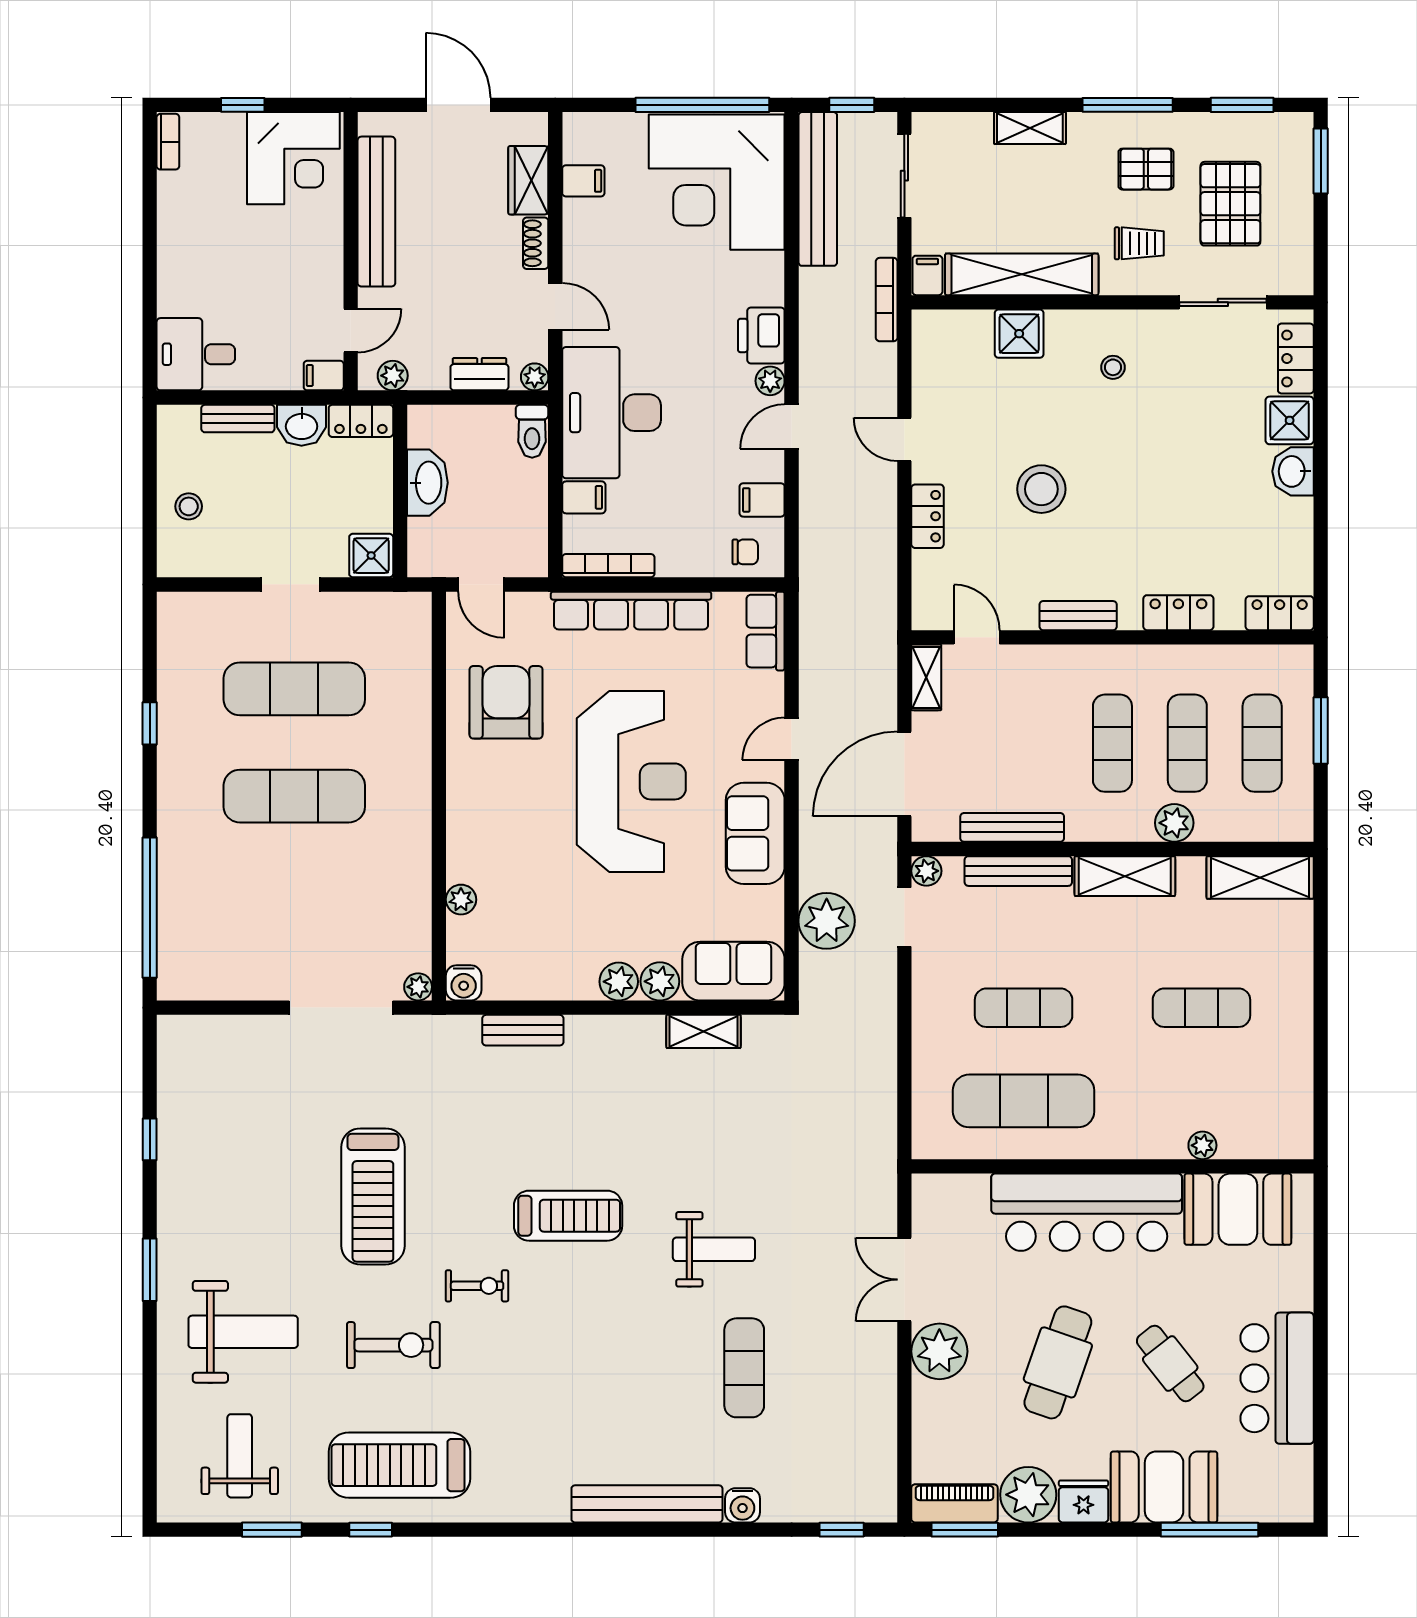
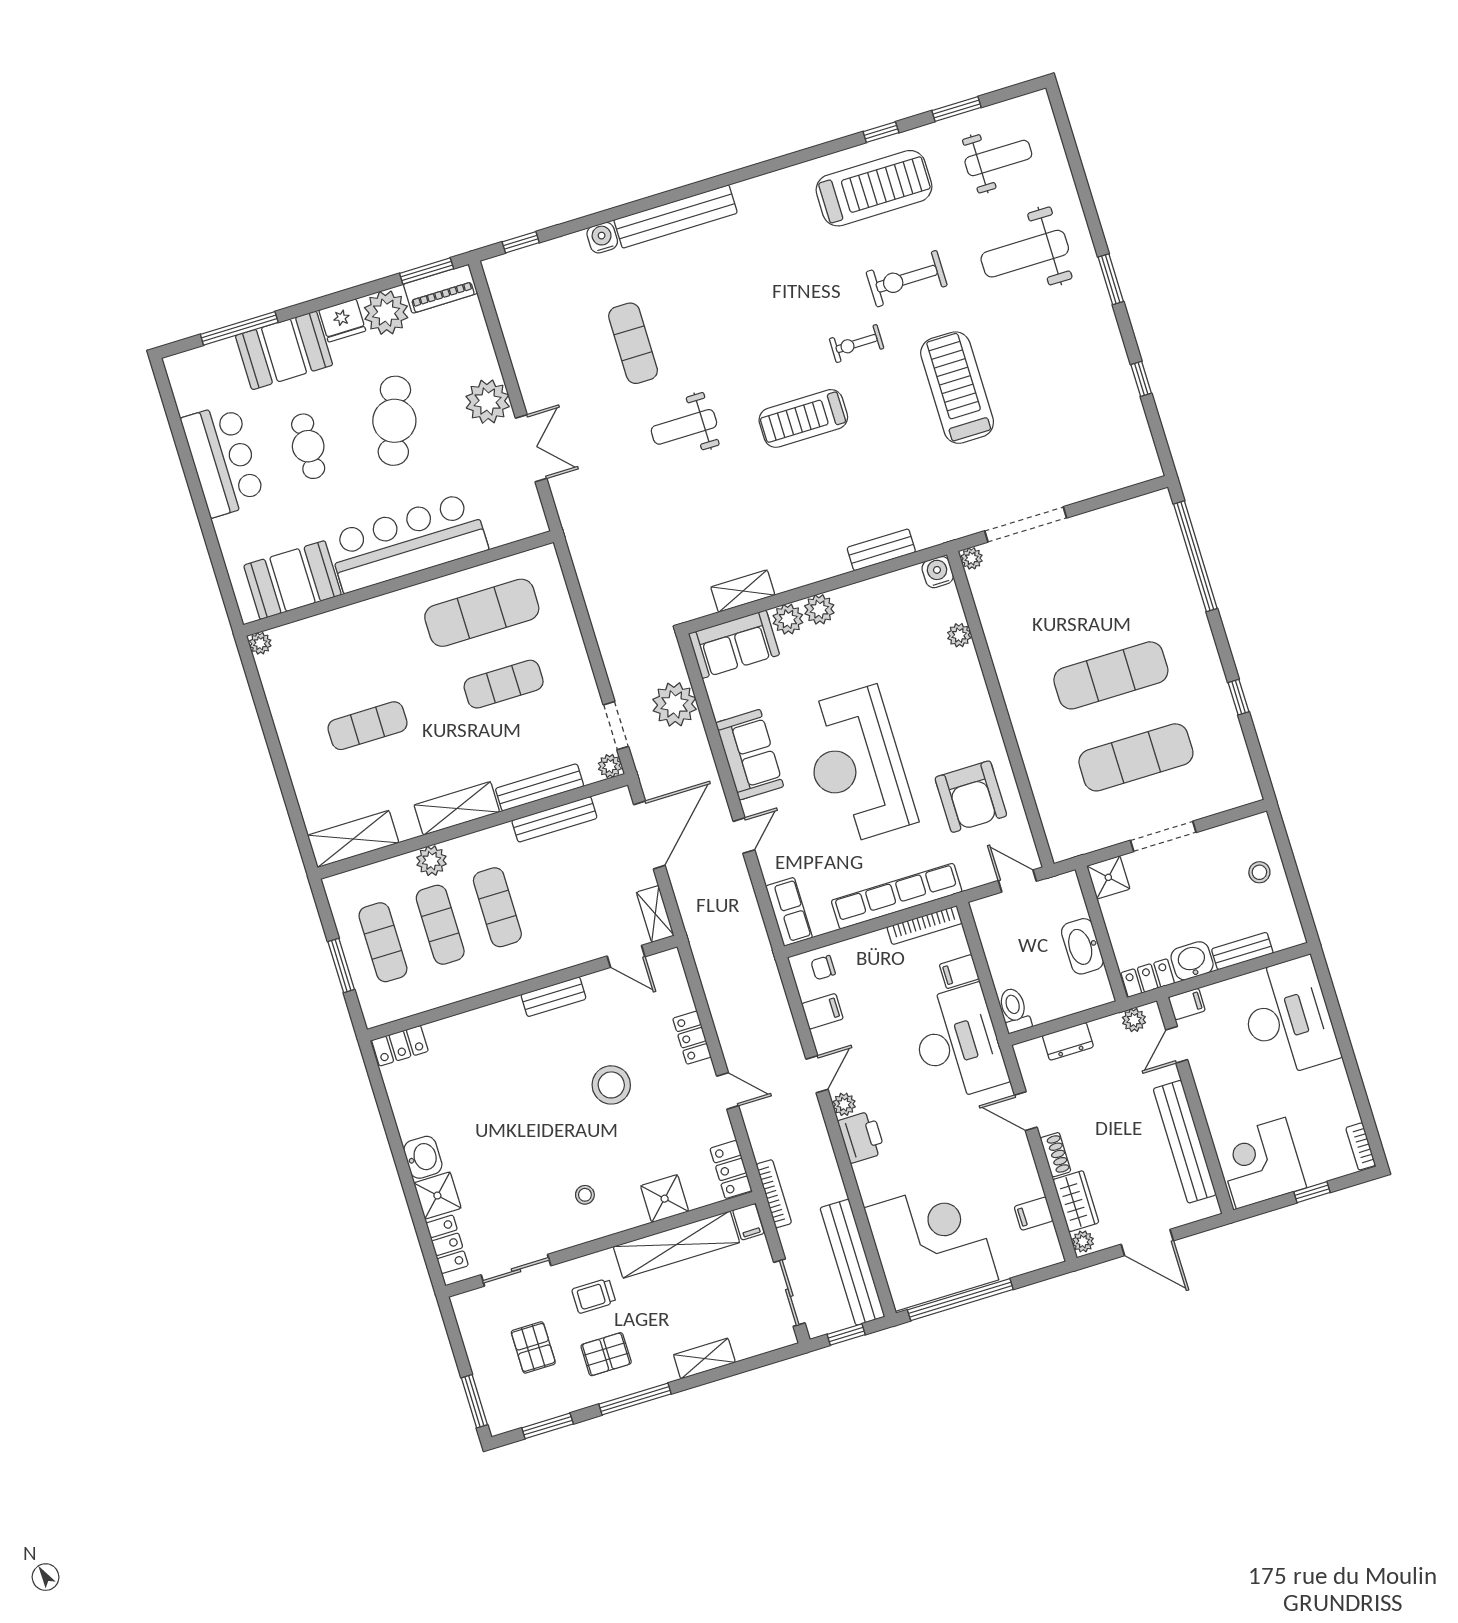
pallet: (1230, 204) -> (533, 1347), width x0.67, depth x0.71
desk: (196, 354) -> (1288, 1017), width x1.87, depth x1.30
plant: (535, 377) -> (1083, 1241), moved
doorway: (290, 584) -> (1163, 836), width x1.38
locker: (1178, 613) -> (731, 1169), moved, turned 90
plant: (1202, 1145) -> (260, 643), moved
cafe table: (1170, 1364) -> (308, 446), turned 41
weight bench: (240, 1456) -> (998, 158), turned -90

